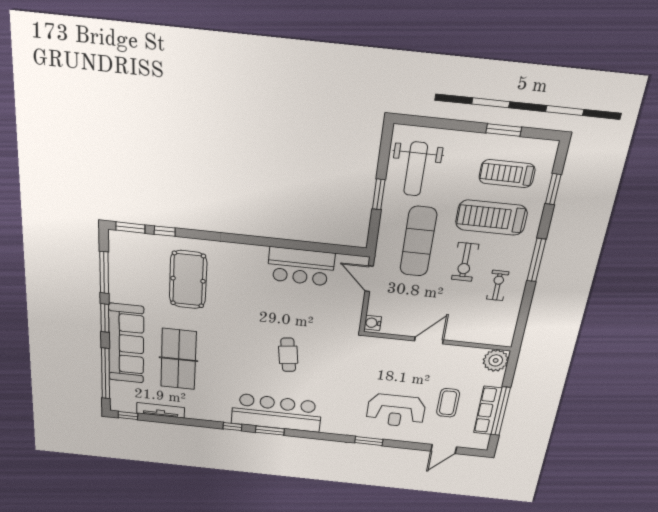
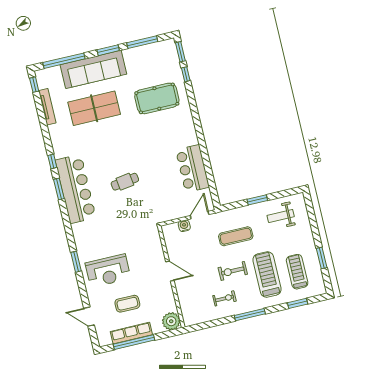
weight bench: (416, 169) -> (281, 216), width x0.73, depth x0.75
exercise mat: (418, 242) -> (236, 236), width x0.73, depth x0.69
water cooler: (373, 323) -> (184, 226), moved
reception desk: (396, 411) -> (108, 271), turned -90

